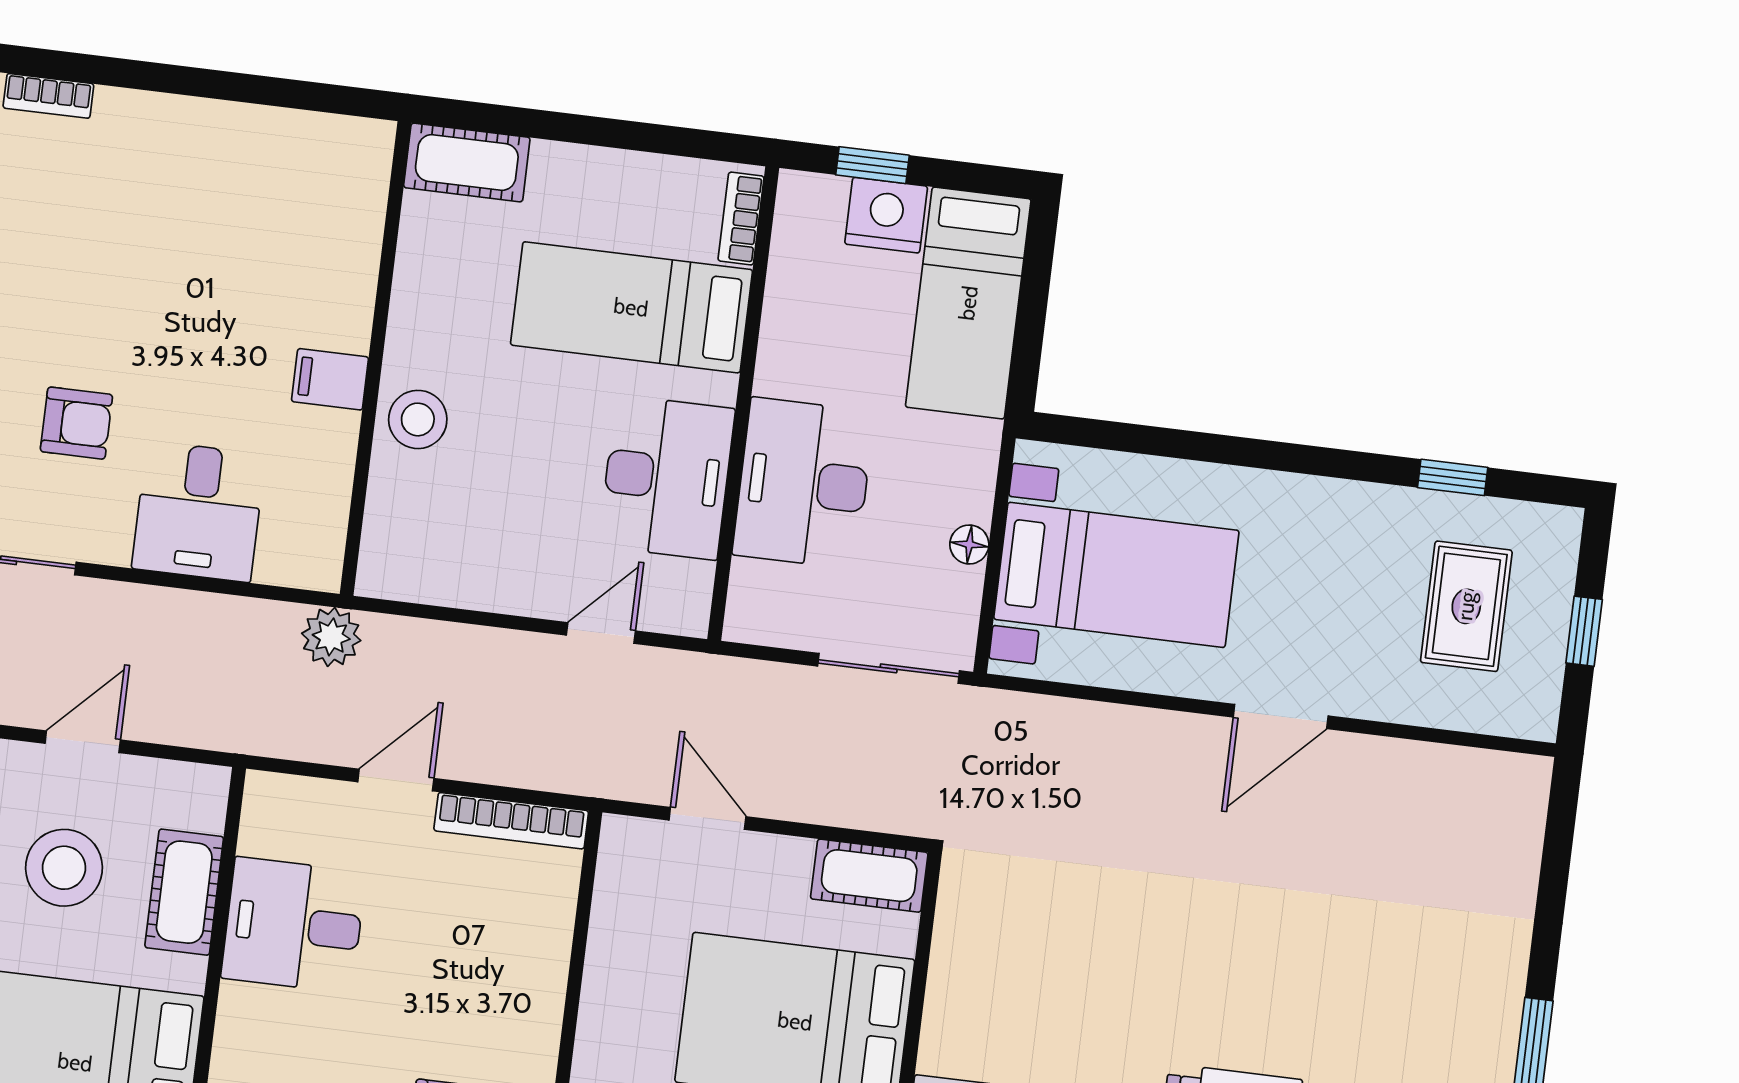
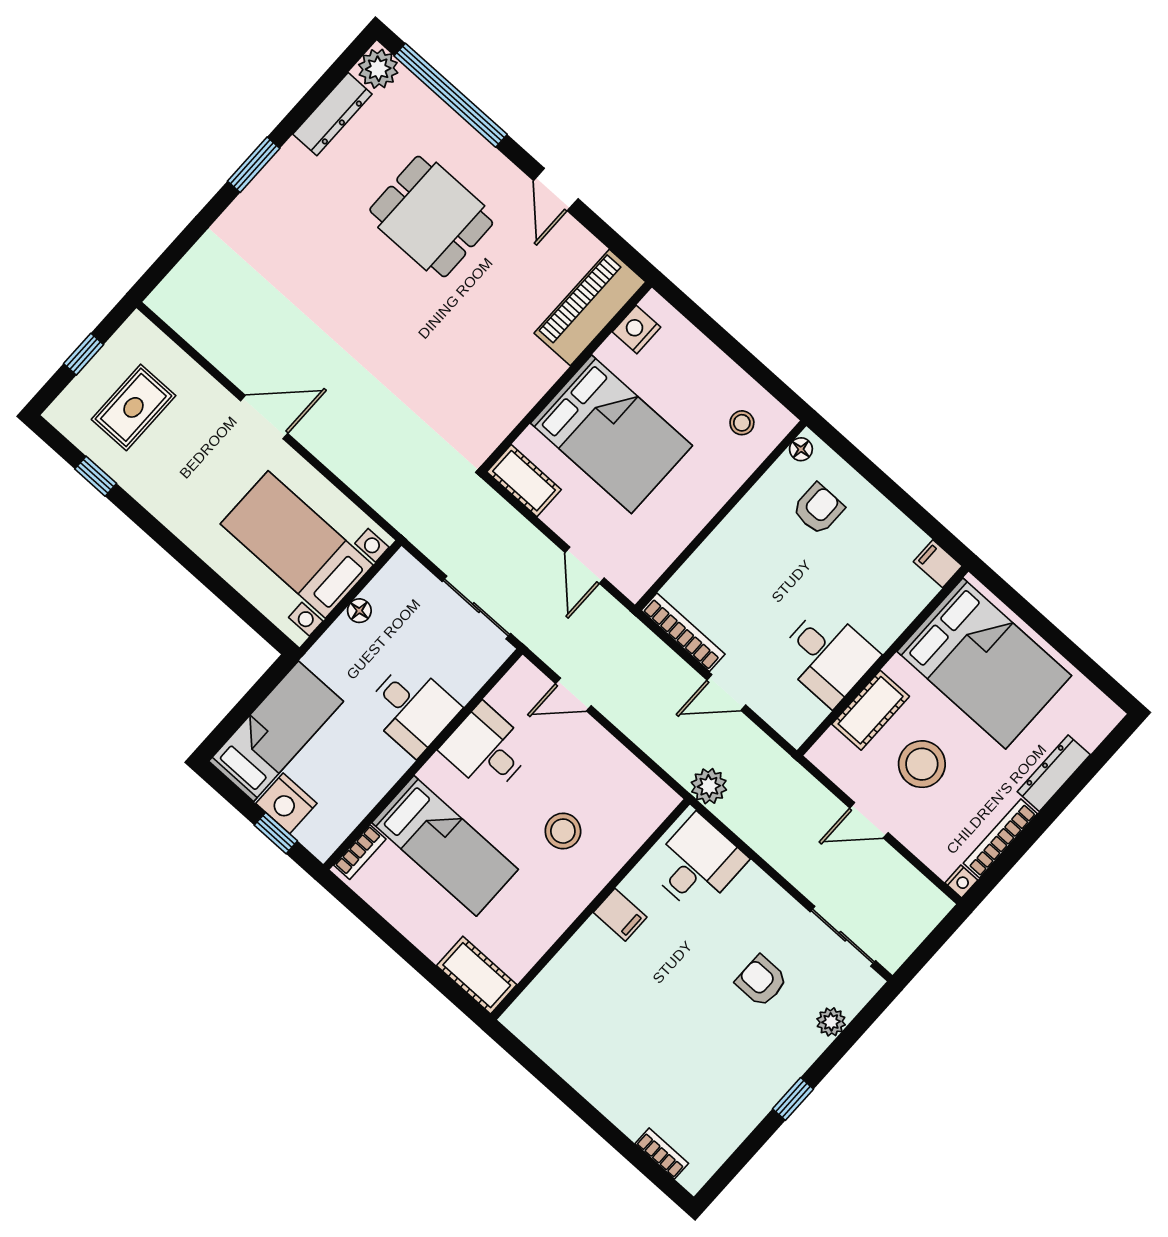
stool: (418, 419) -> (563, 831), moved
desk: (667, 477) -> (487, 749), width x0.73
desk: (803, 483) -> (412, 709), width x0.73
desk: (199, 512) -> (697, 864), moved
sliding door: (889, 668) -> (476, 608), moved

